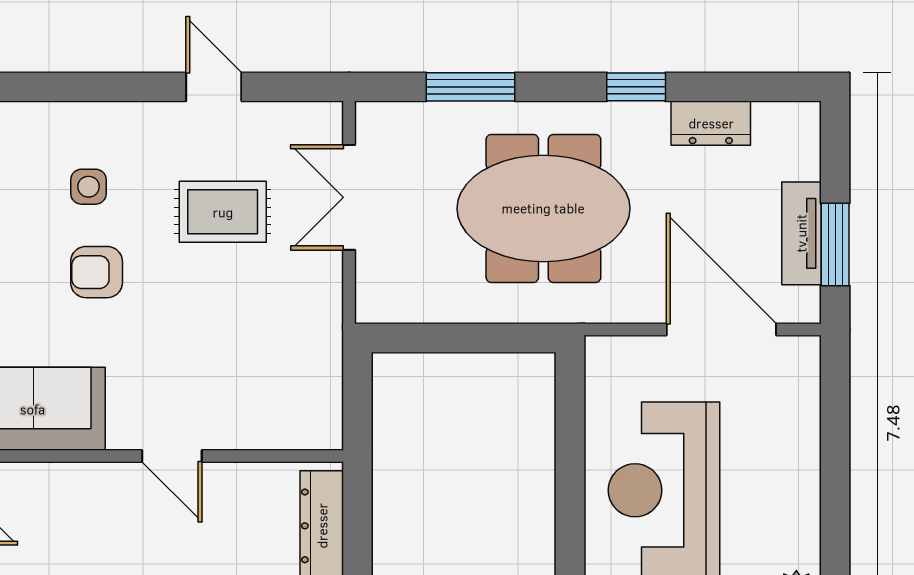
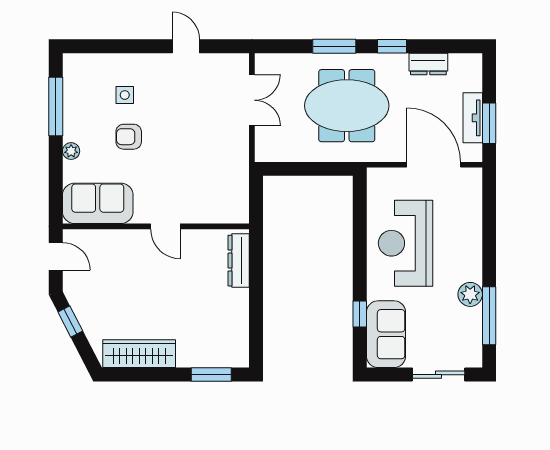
window: (470, 87) -> (334, 46), moved
double door: (349, 197) -> (252, 100), swing flipped
rug: (223, 212) -> (190, 107), removed

